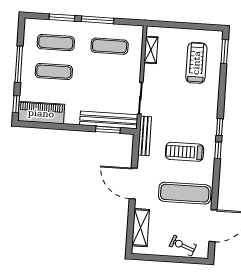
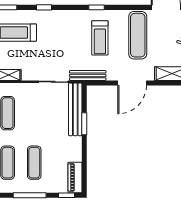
piano: (41, 113) -> (75, 177), width x0.73, depth x0.75
window: (220, 127) -> (44, 7), moved
window: (108, 130) -> (84, 124), moved

